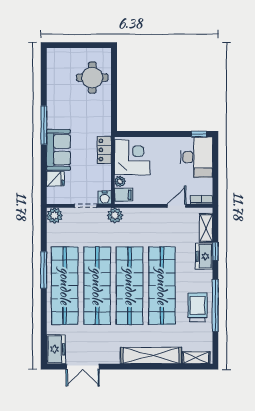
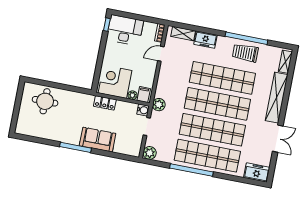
fridge: (55, 179) -> (120, 147), removed
door: (177, 206) -> (161, 54), hinge flipped
window: (215, 251) -> (203, 30), removed
window: (44, 270) -> (191, 170), width x1.46
double door: (83, 367) -> (278, 139), moved

